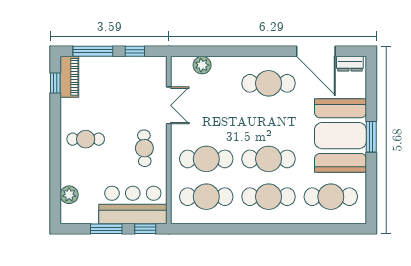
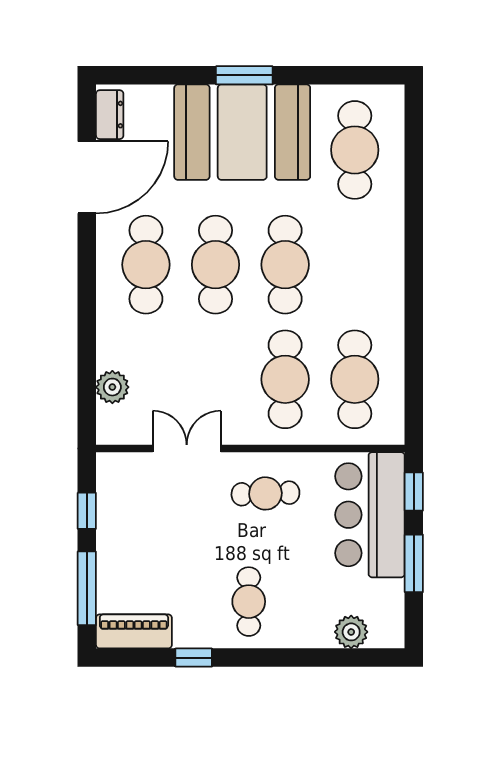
window: (55, 83) -> (194, 658), moved
cafe table: (269, 197) -> (216, 265), moved

